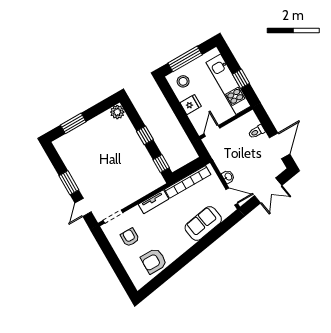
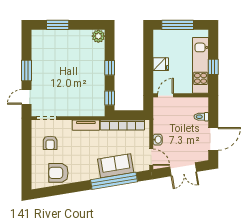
stool: (183, 81) -> (165, 42), removed
armchair: (130, 237) -> (50, 143), turned 180
window: (210, 238) -> (114, 181), added

